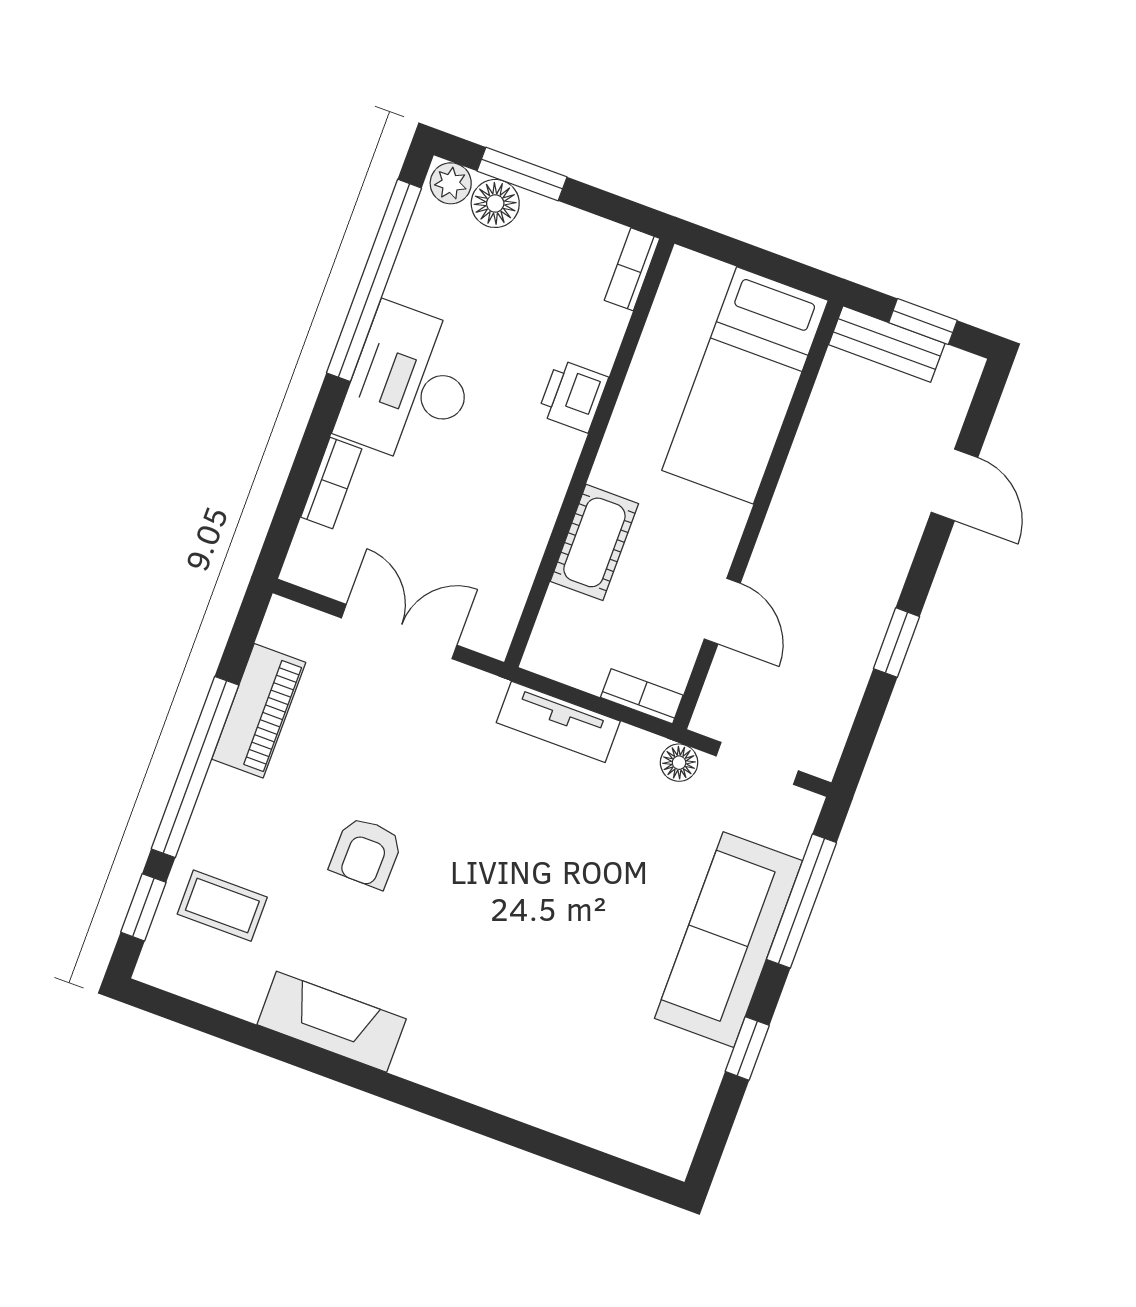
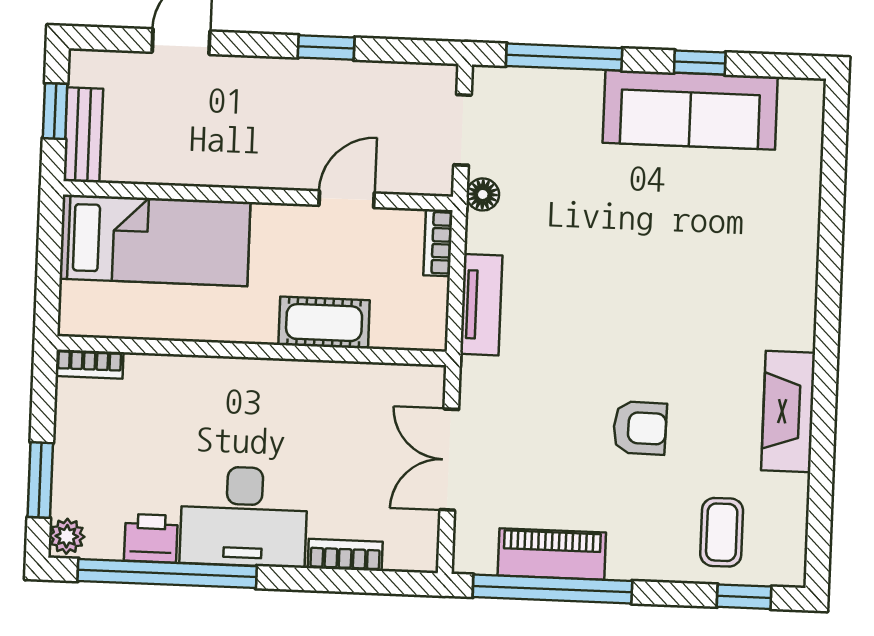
floor lamp: (495, 203) -> (72, 494), removed
printer: (573, 396) -> (151, 538), moved, turned 180
window: (195, 767) -> (552, 589), moved
sofa: (728, 940) -> (690, 110), moved

